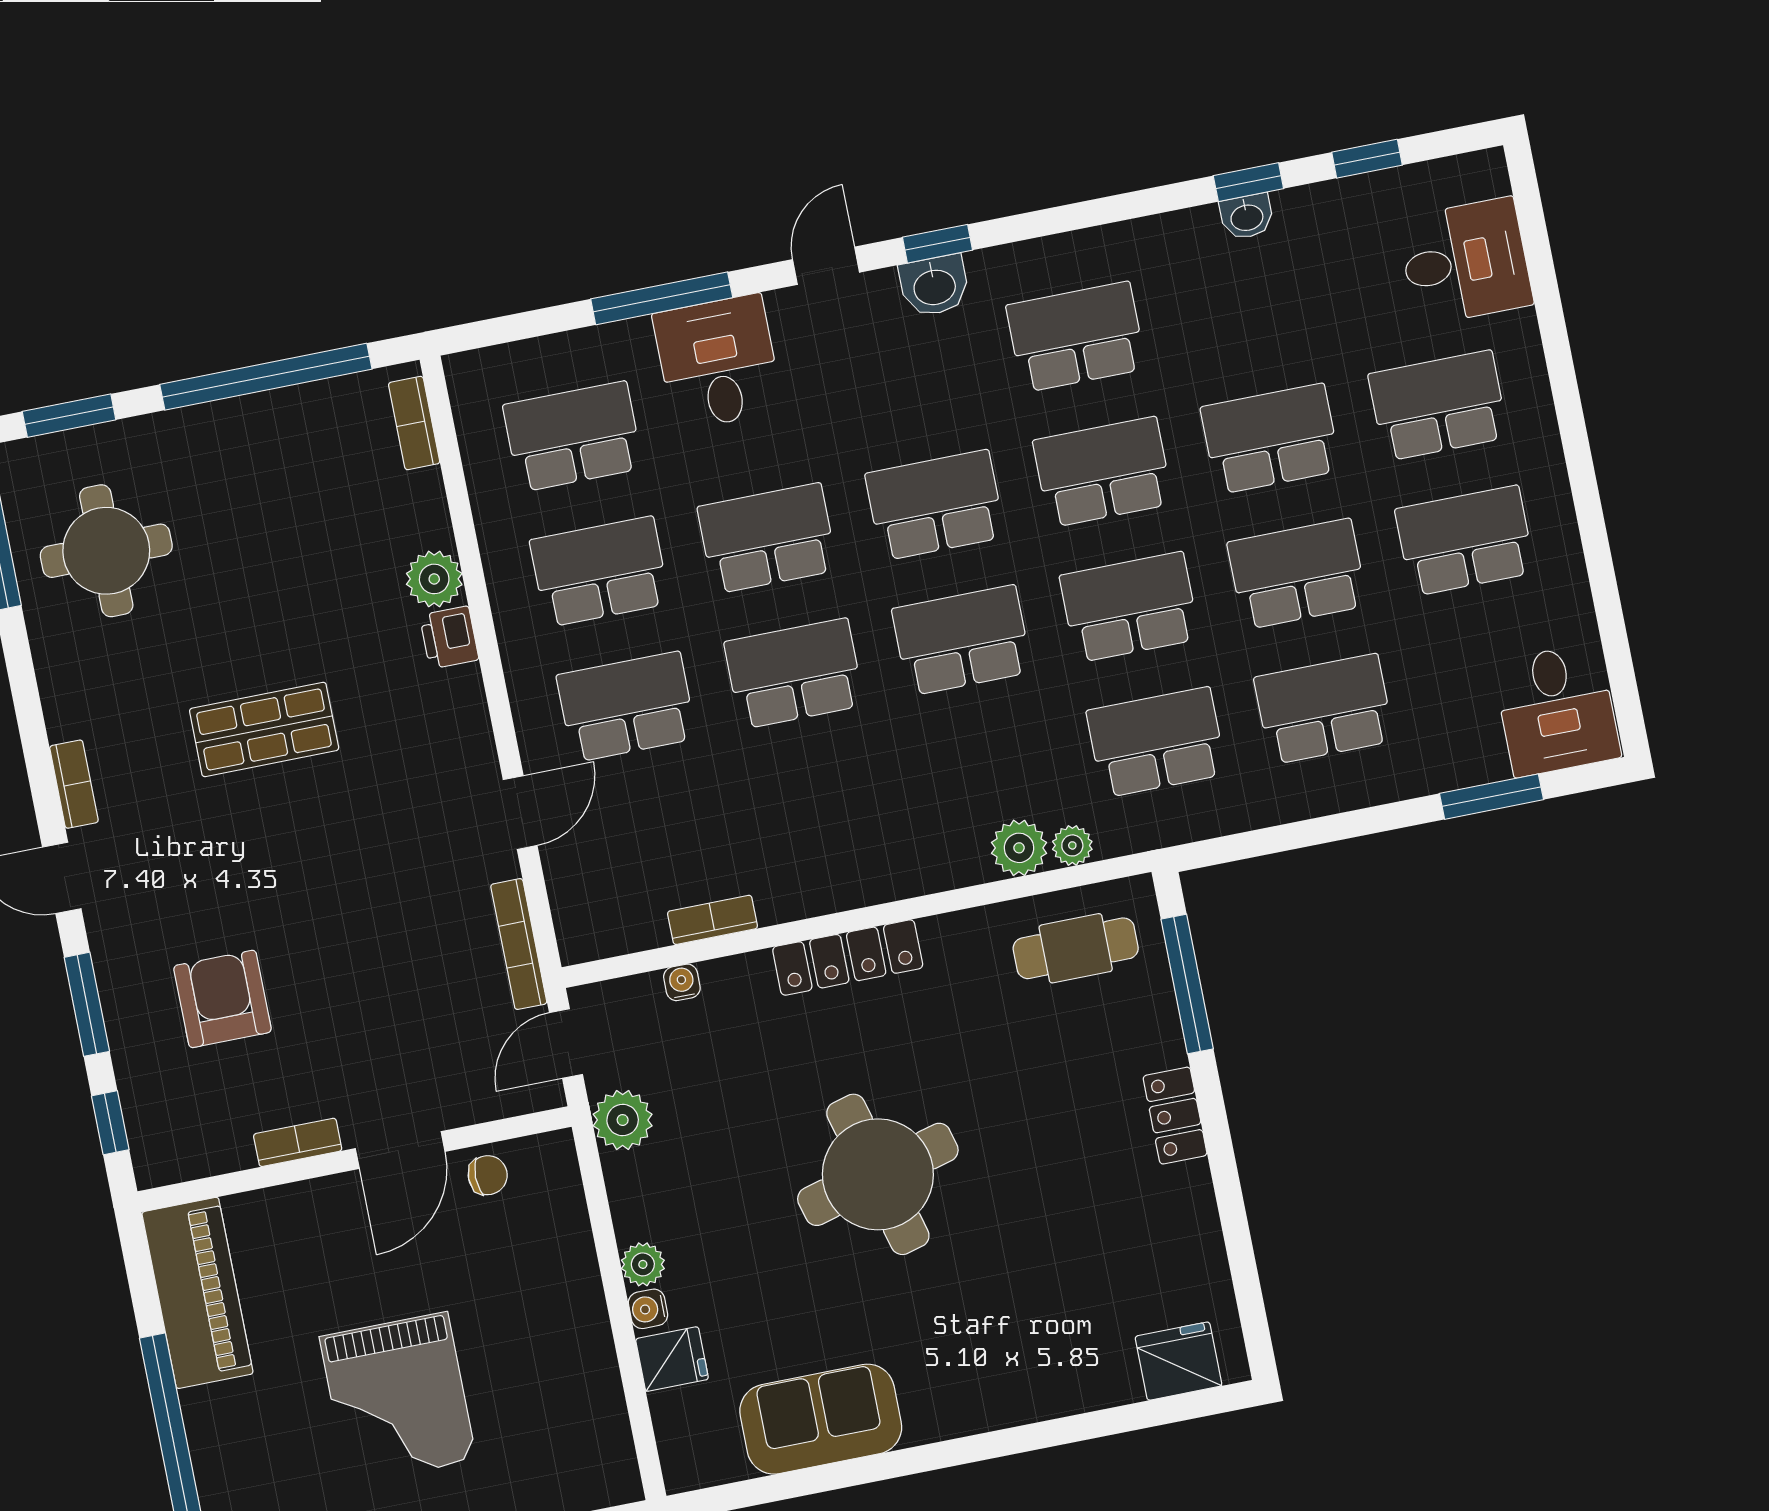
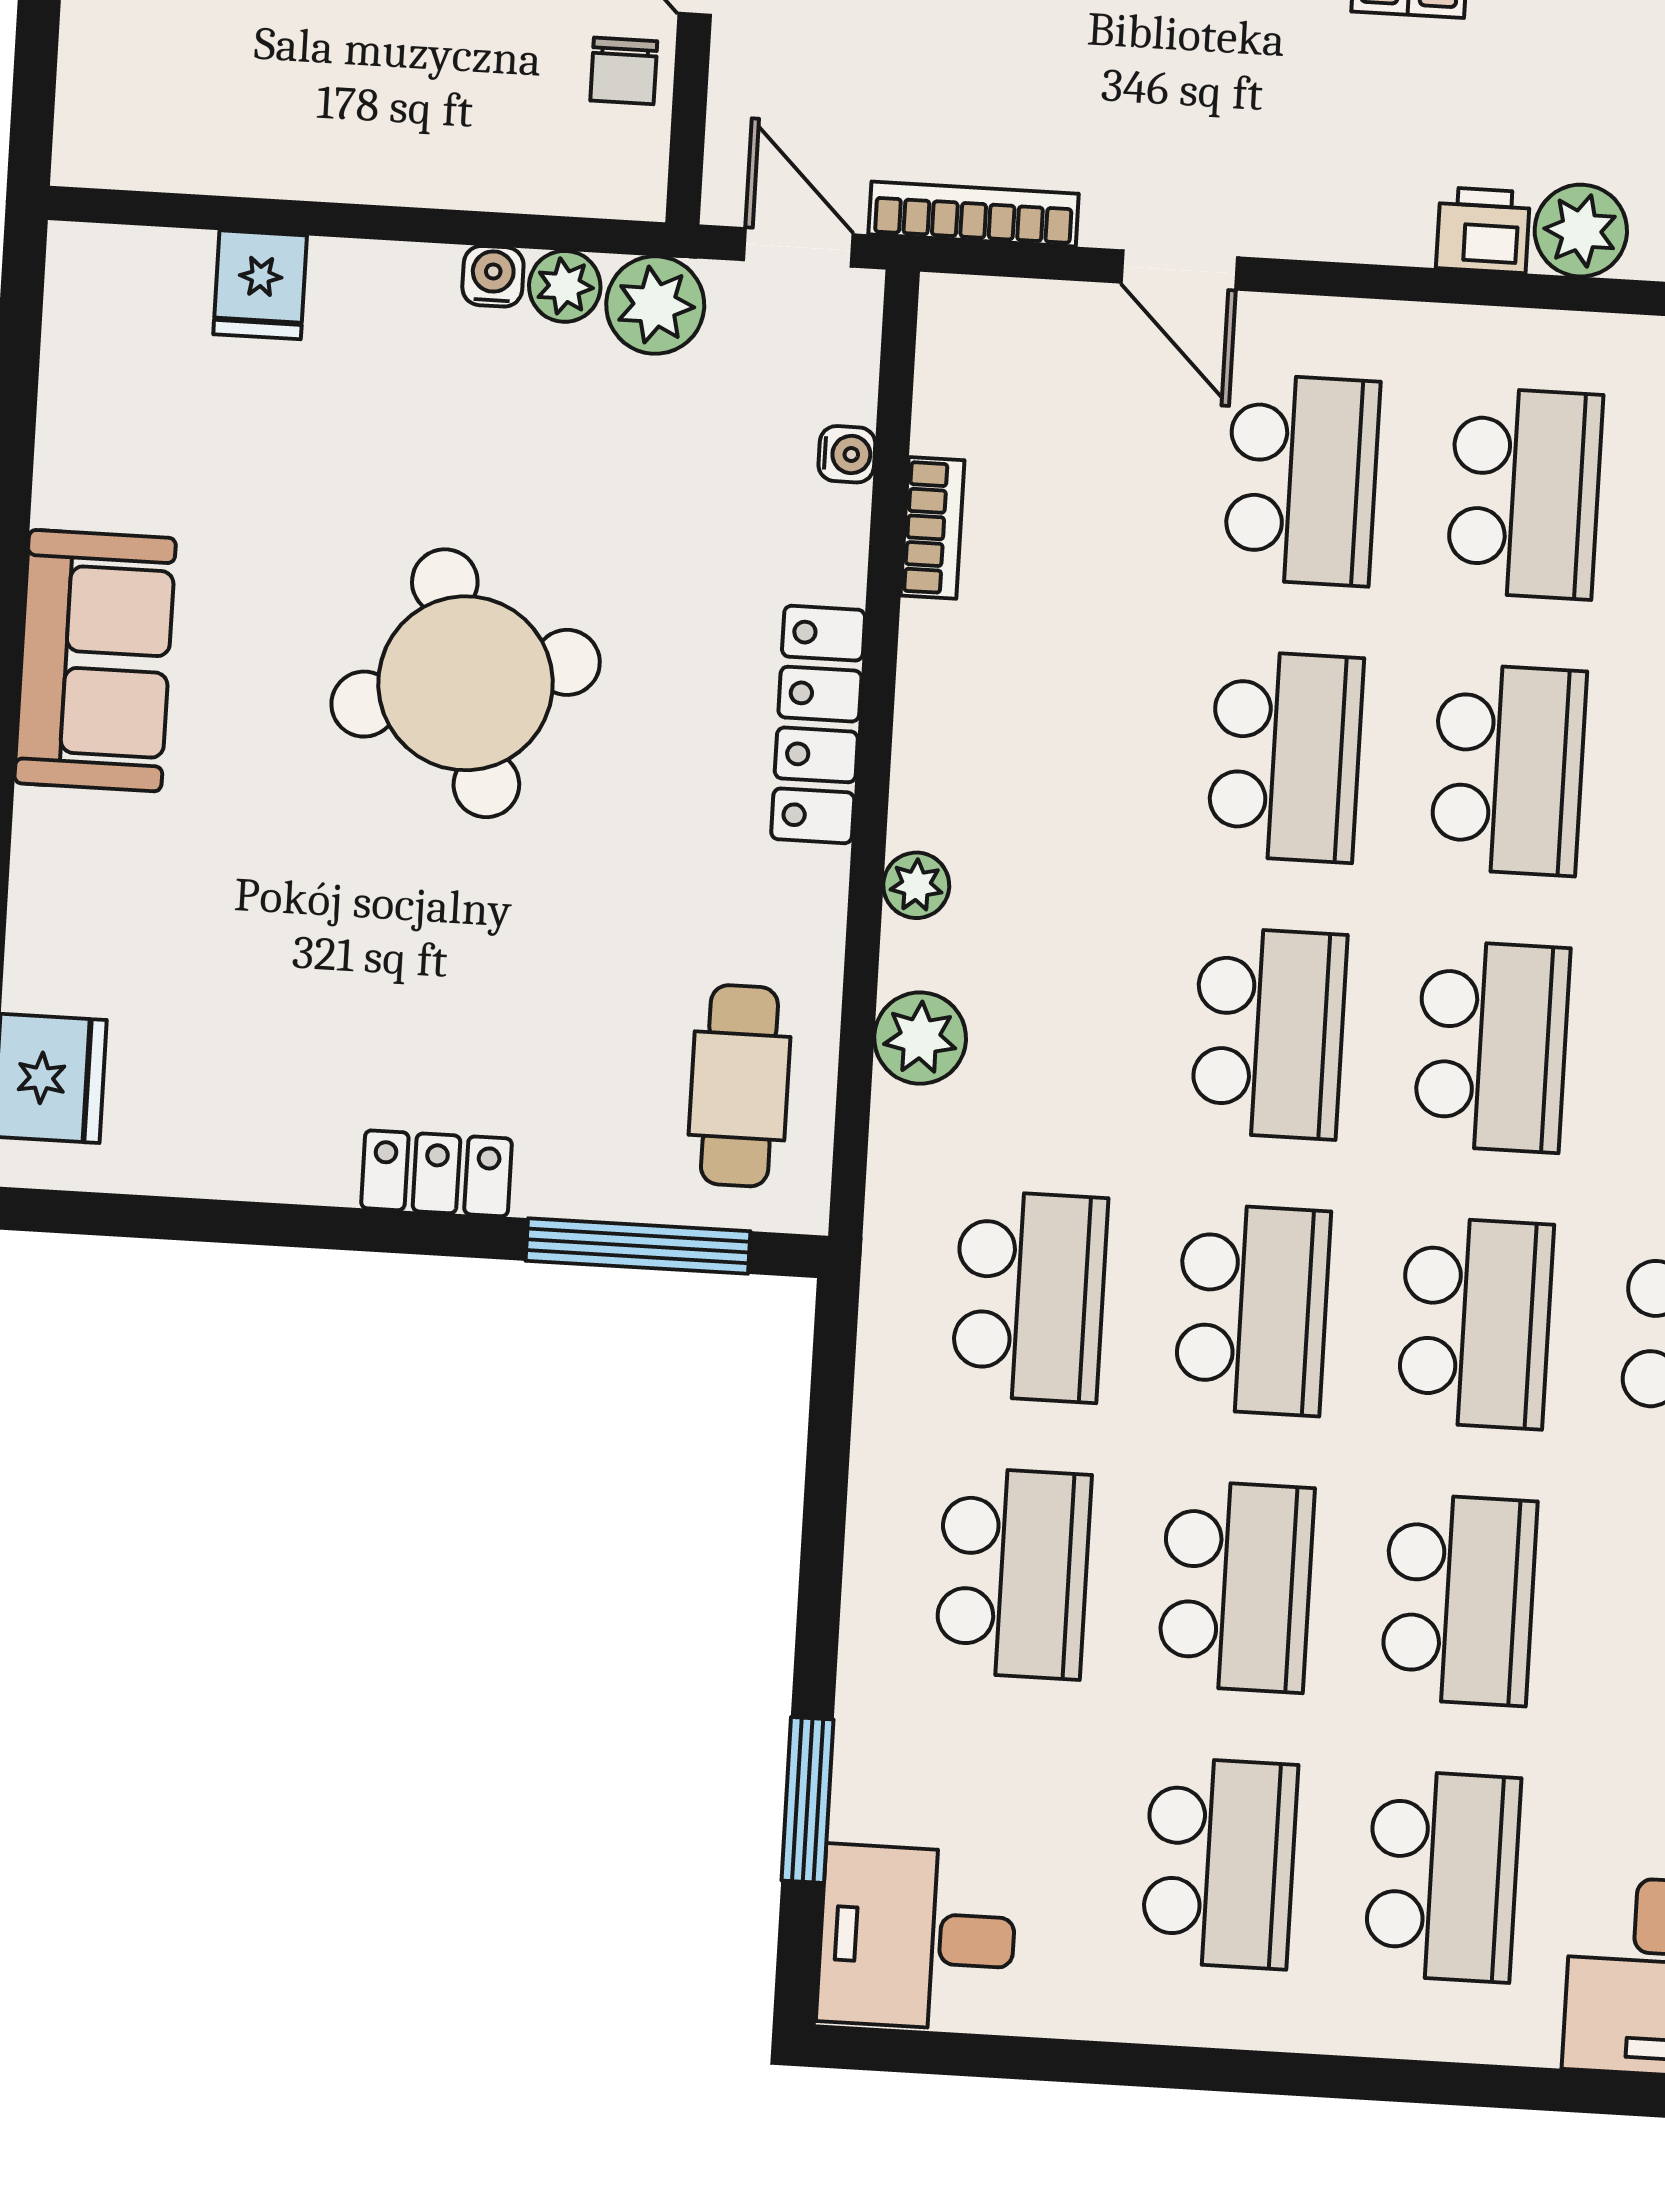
plant: (1072, 845) -> (916, 885), moved
plant: (643, 1264) -> (565, 286), moved
water cooler: (648, 1309) -> (493, 276), moved
sofa: (821, 1419) -> (95, 661), moved

